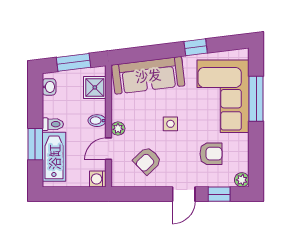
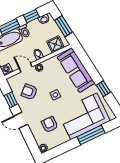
window: (35, 103) -> (31, 16), added
armchair: (211, 154) -> (50, 125), turned 180
window: (219, 194) -> (11, 100), moved

